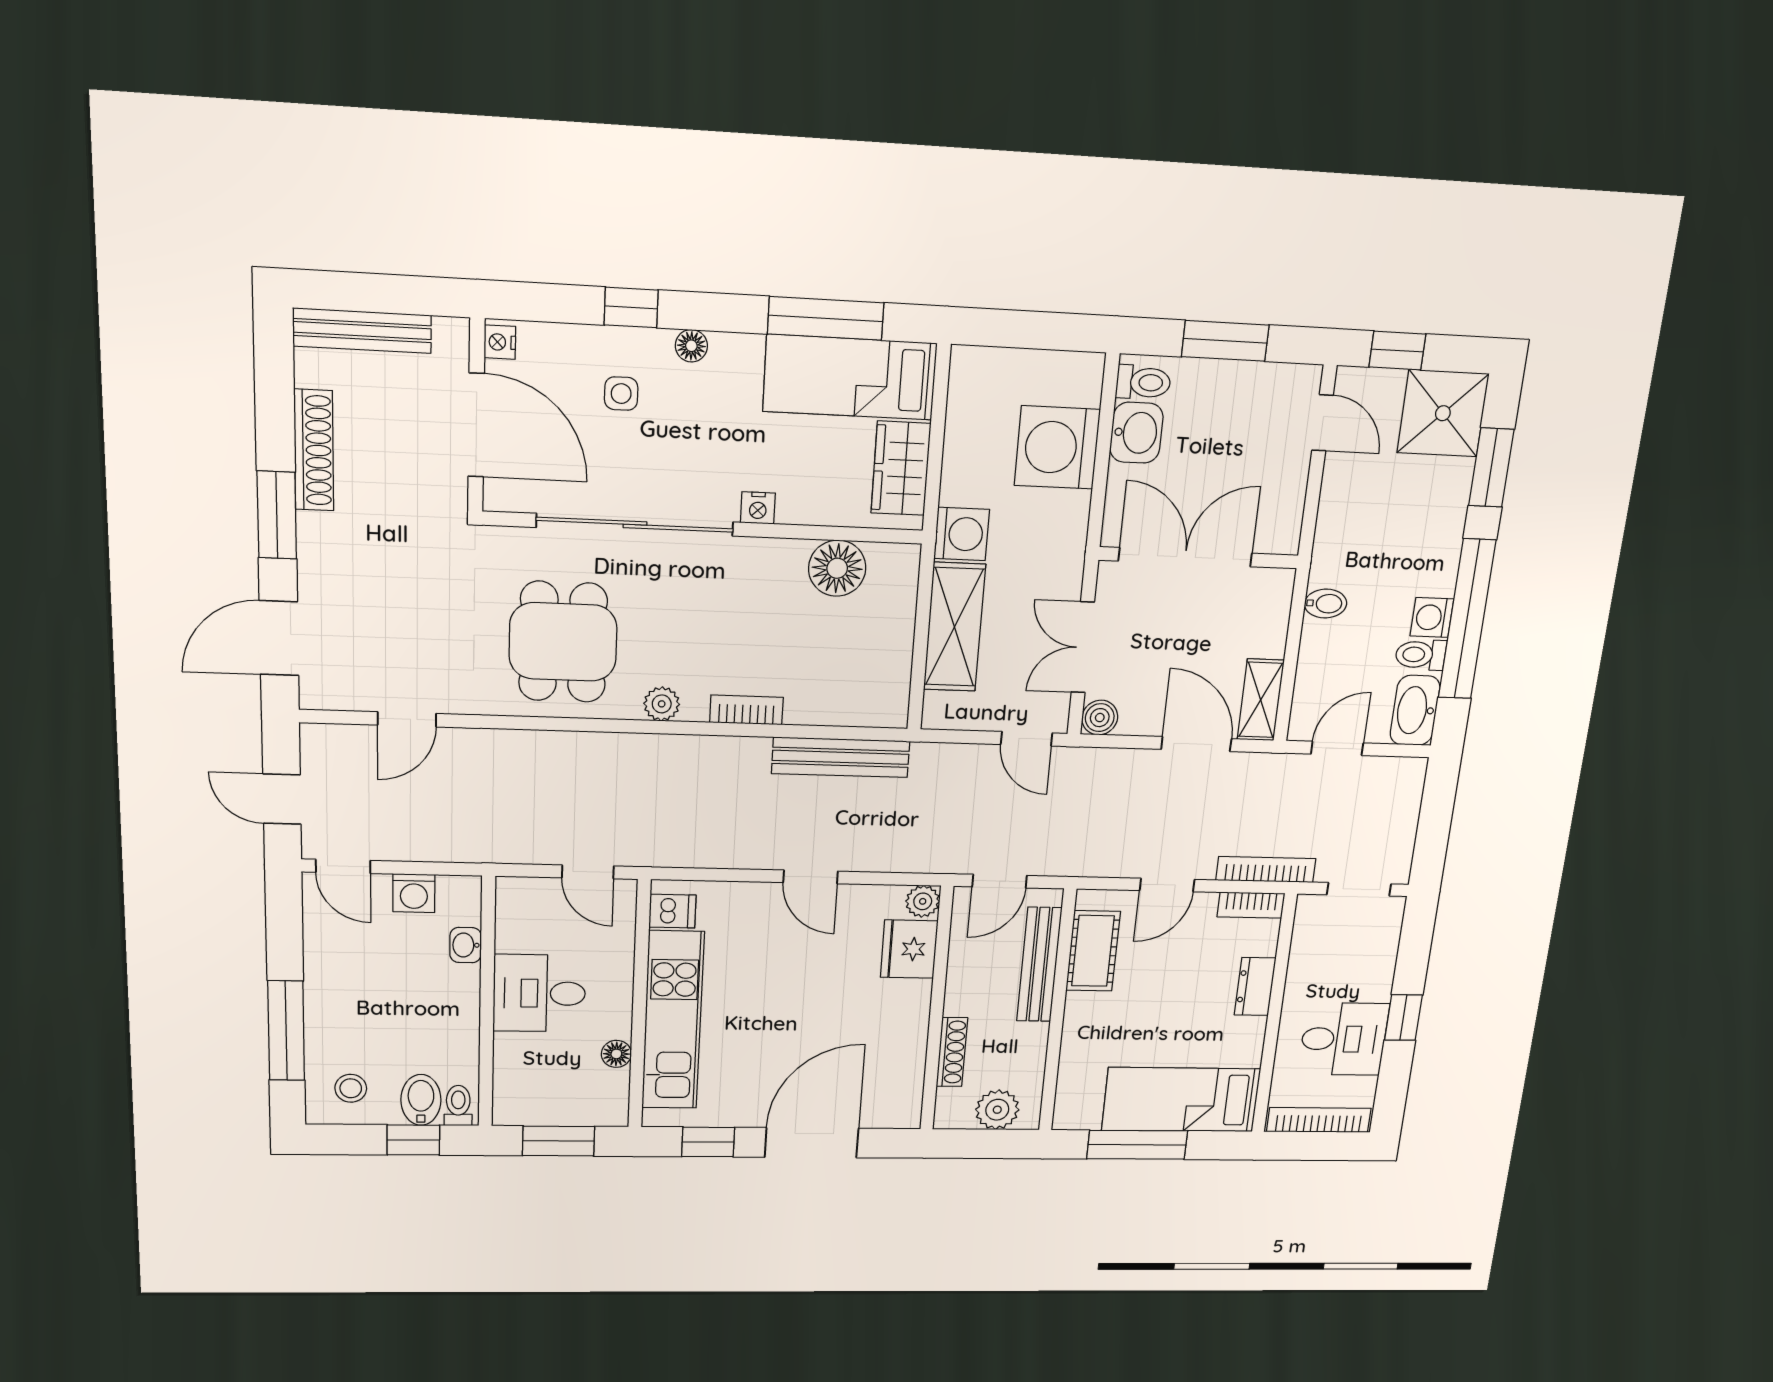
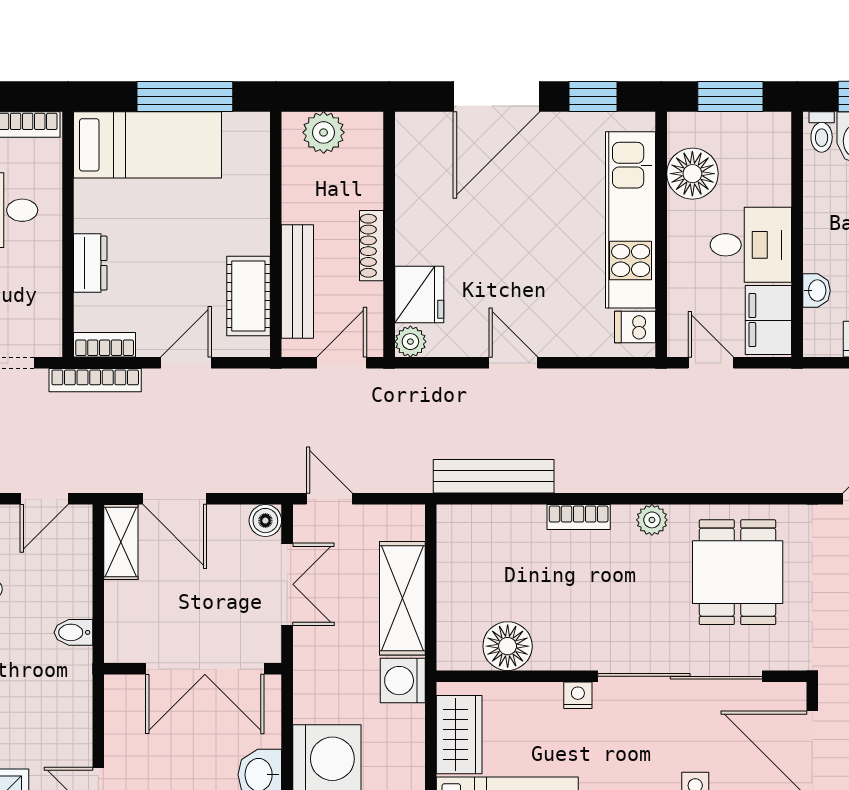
filing cabinet: (521, 915) -> (768, 320), added
shoe rack: (952, 1052) -> (371, 246), moved
floor lamp: (616, 1054) -> (692, 174), width x1.89, depth x1.89

